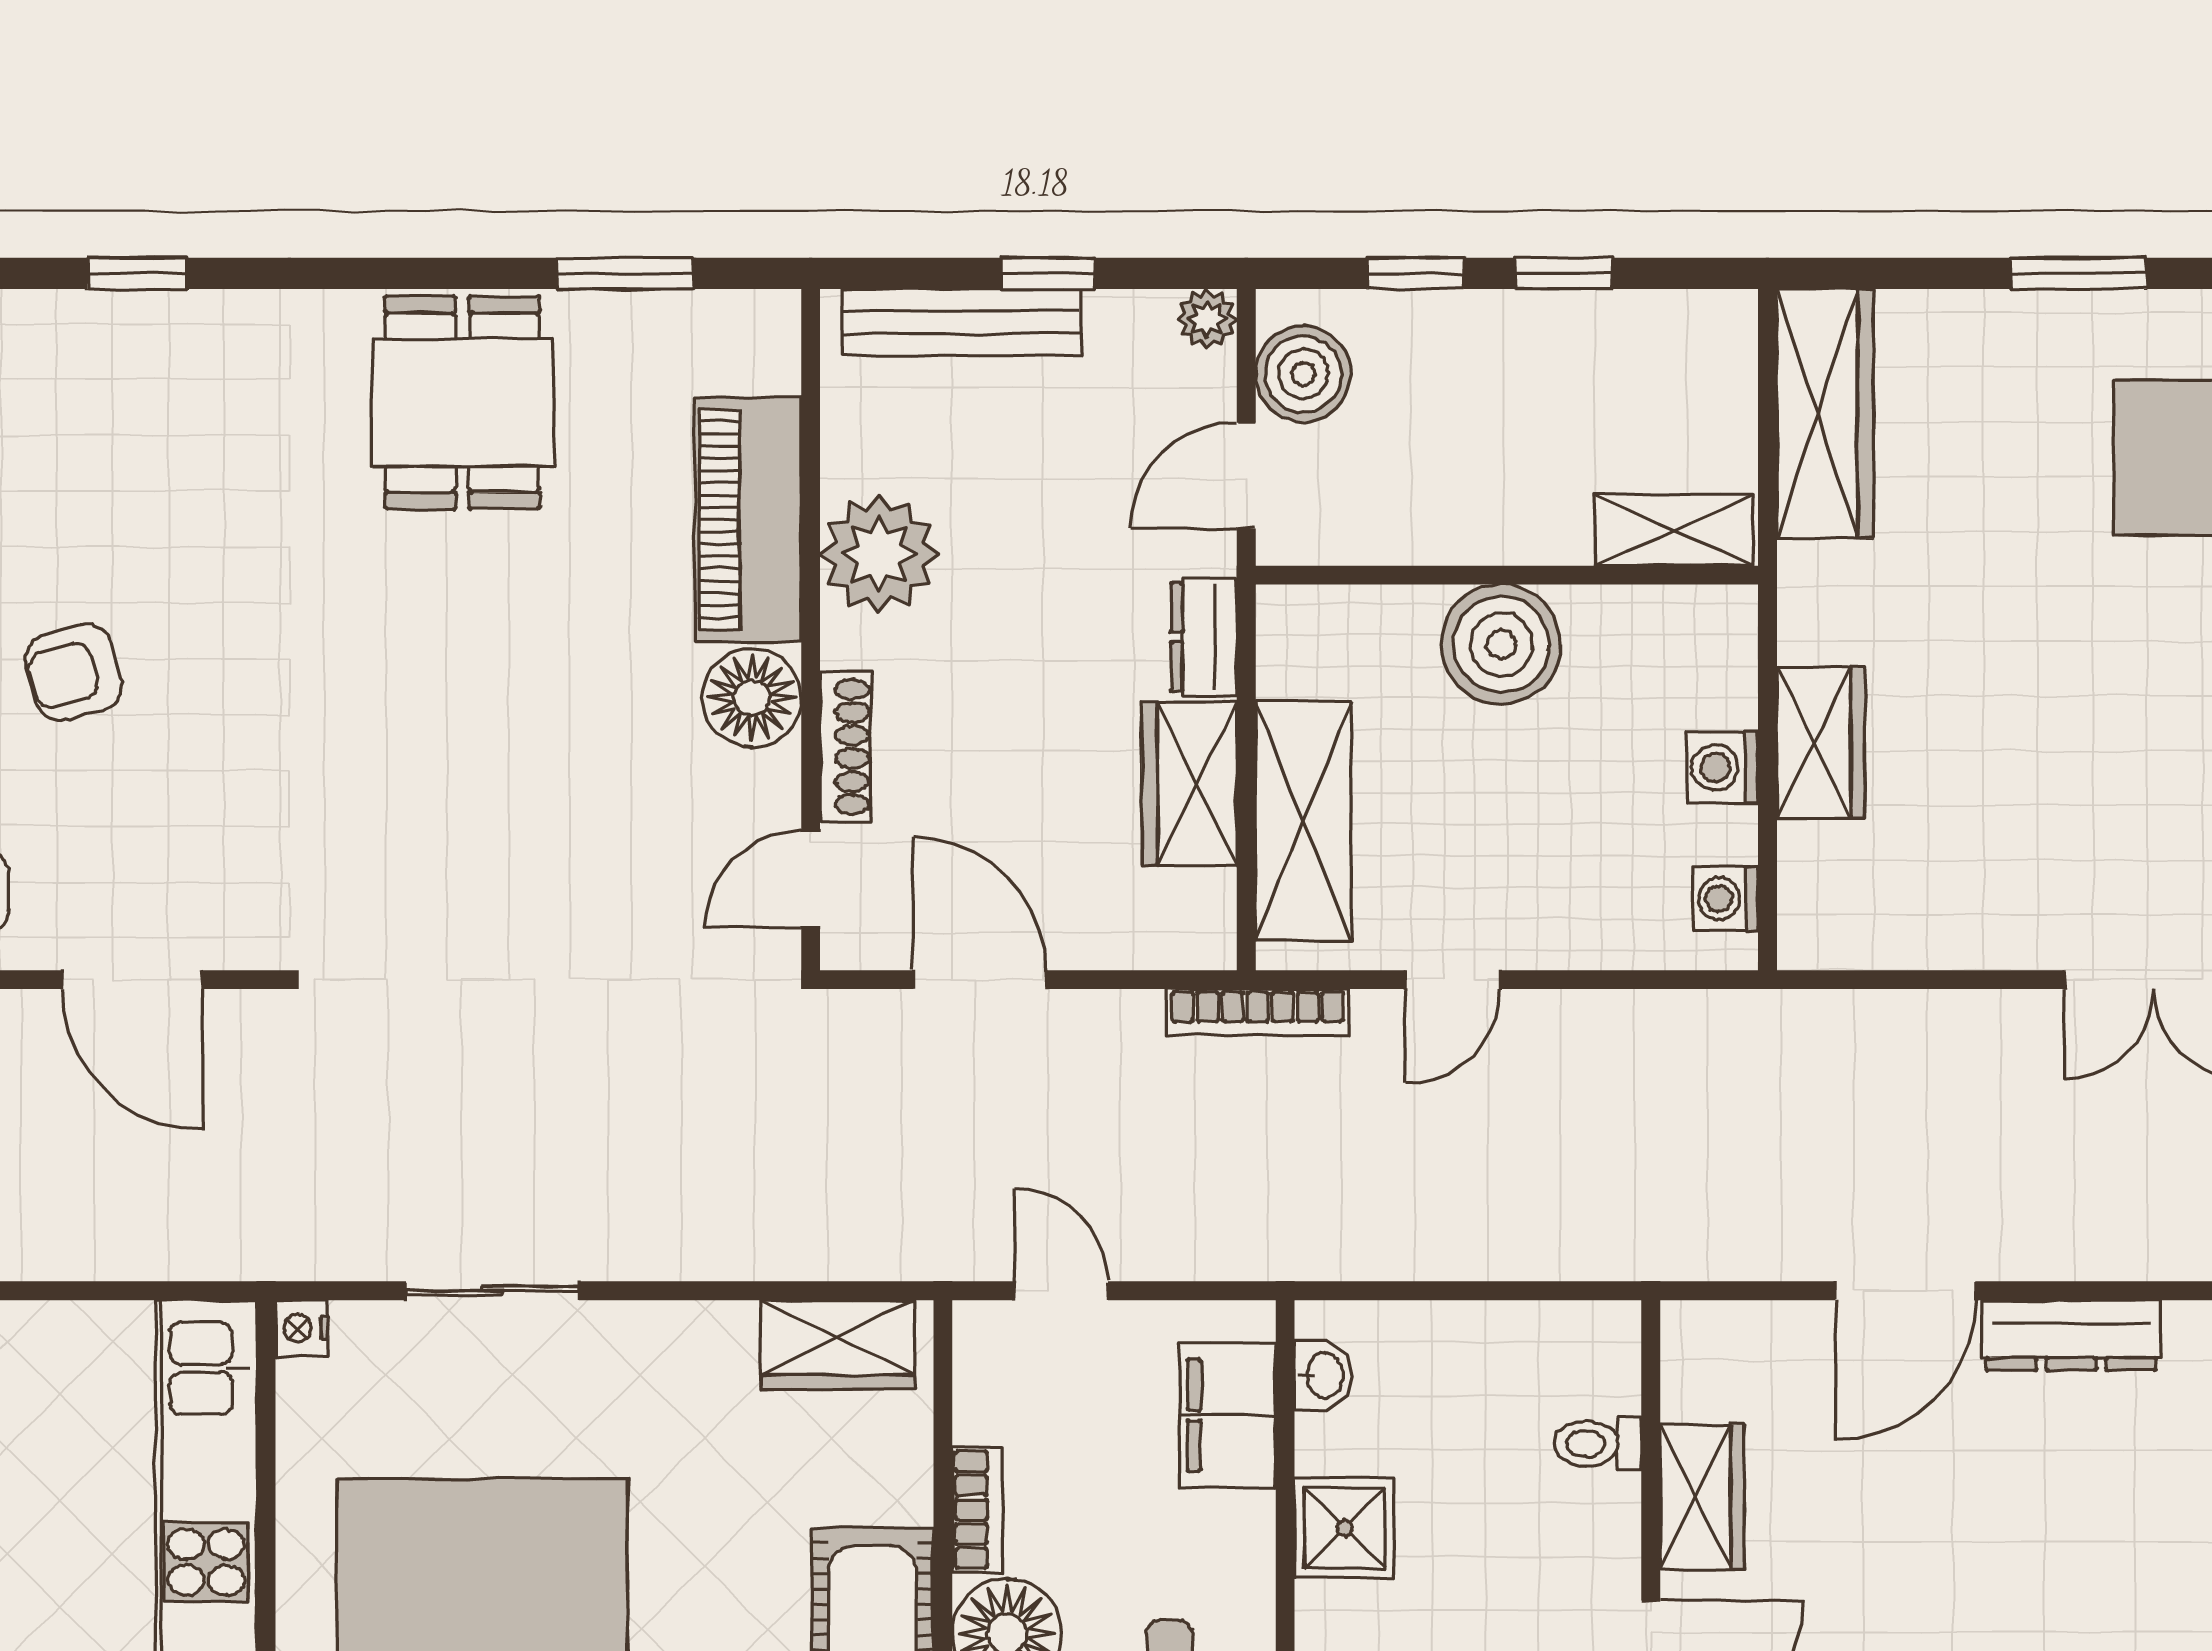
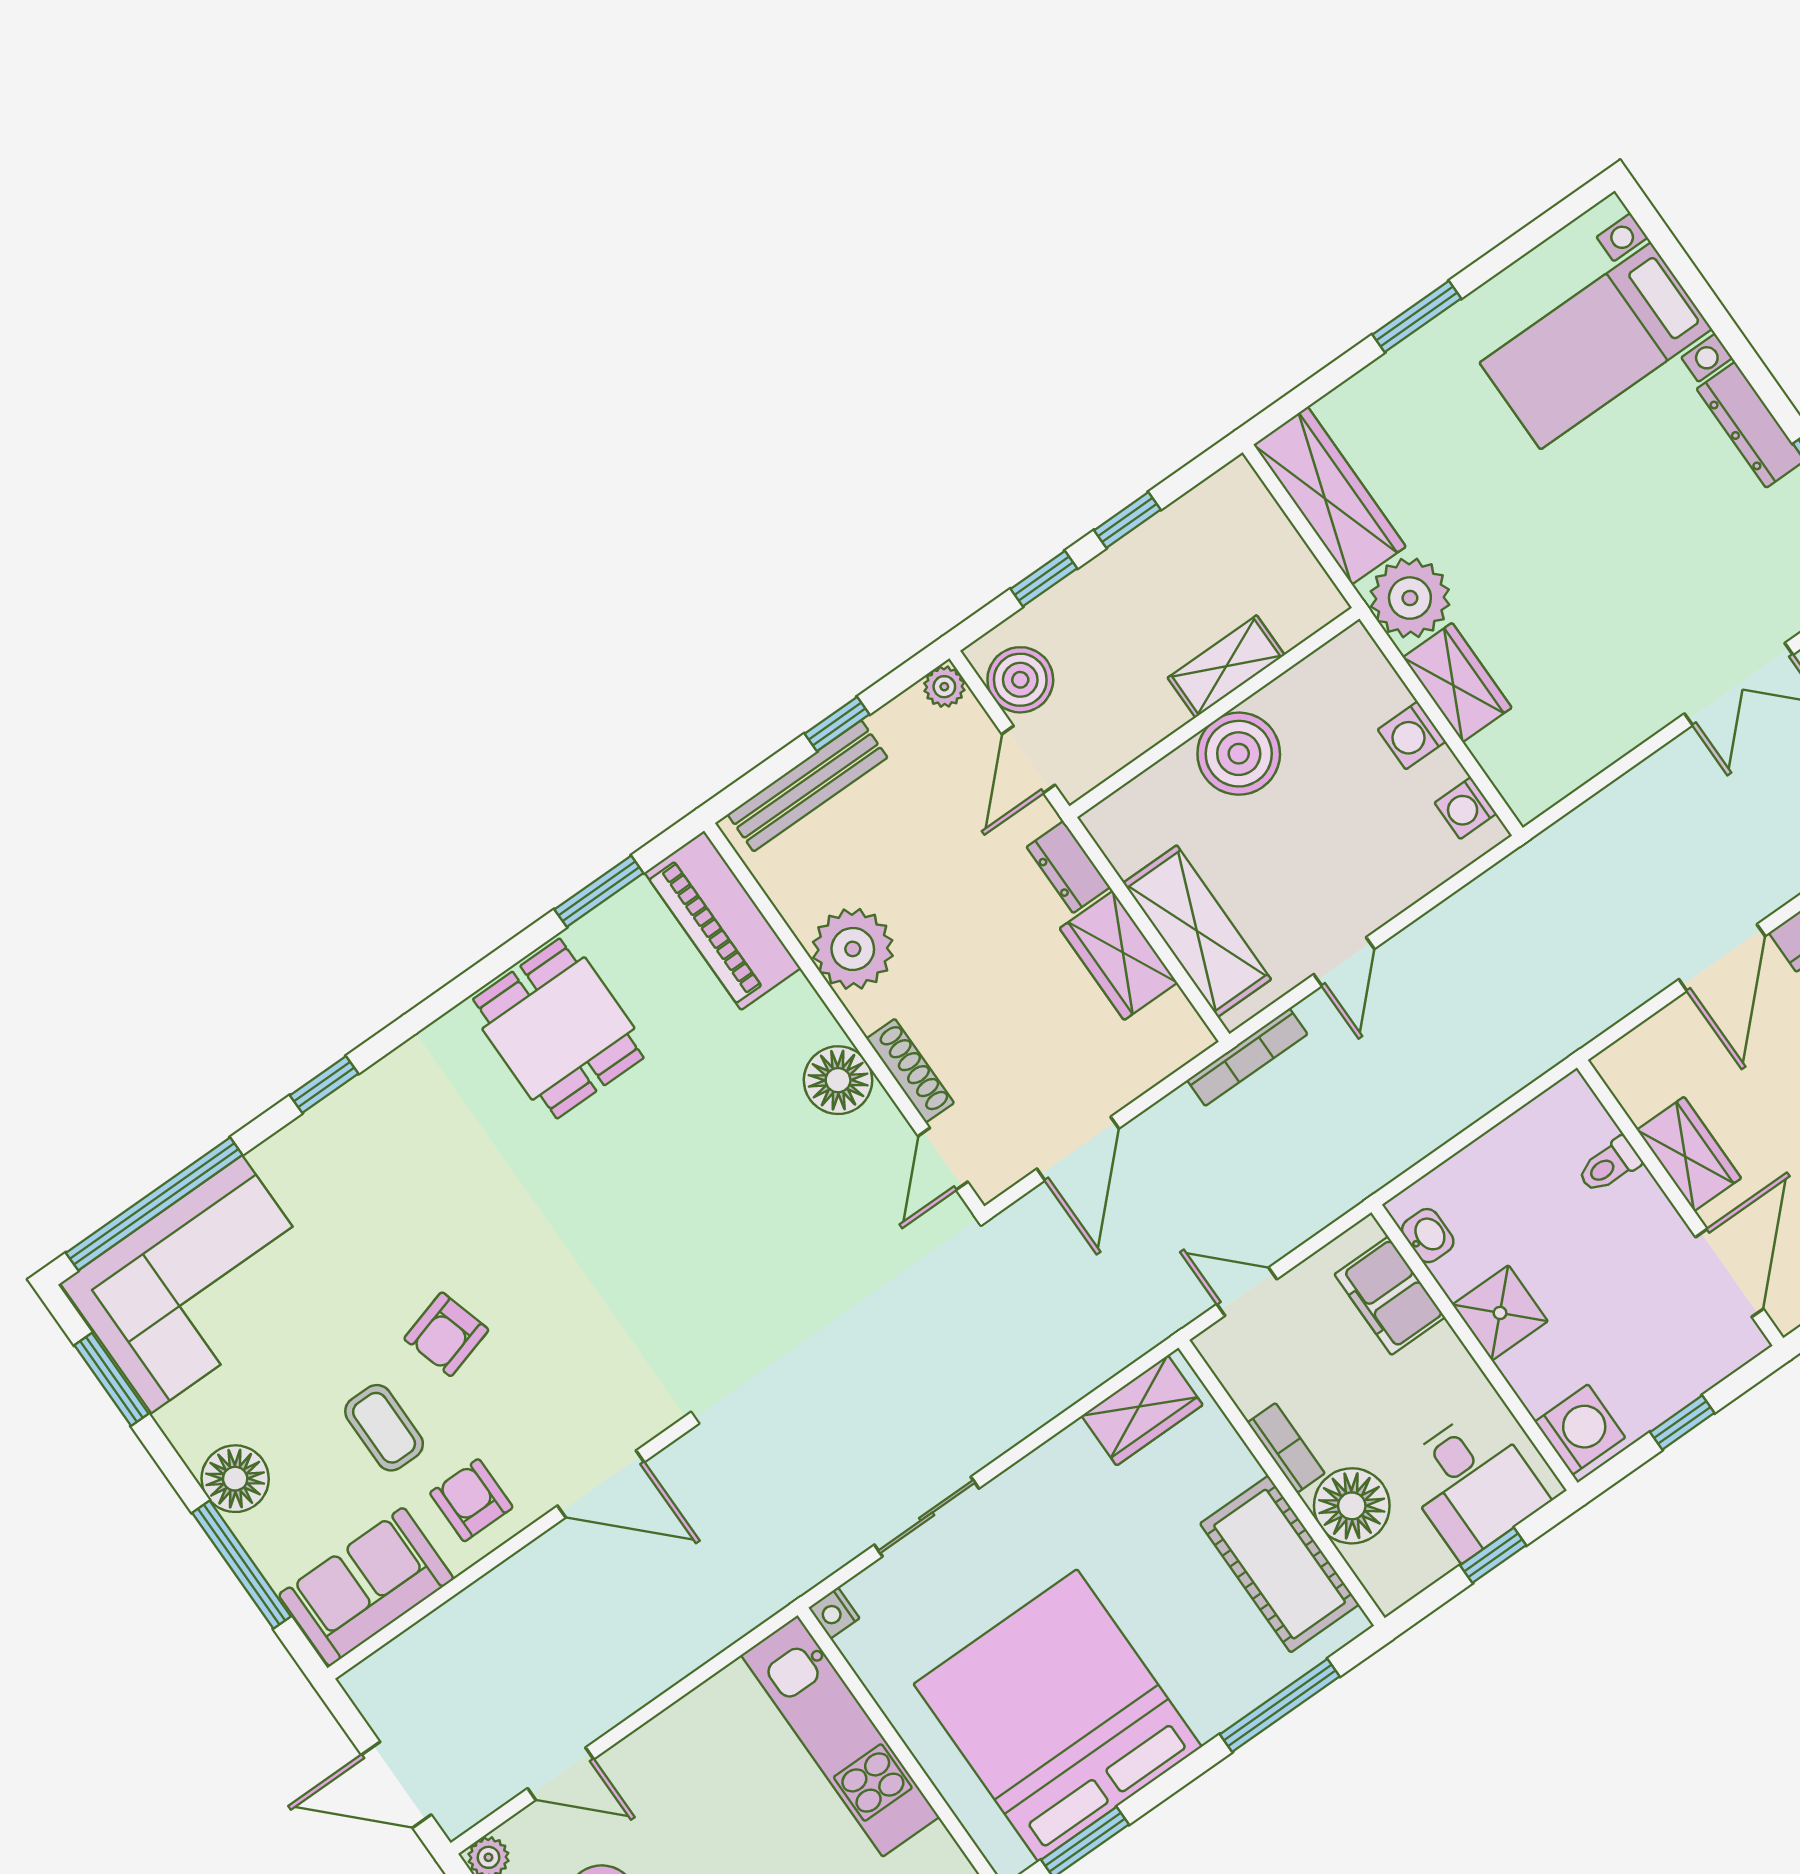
piano: (748, 520) -> (723, 920), moved
shelving: (1674, 530) -> (1226, 666), moved
plant: (1835, 602) -> (1410, 598), added
door: (980, 980) -> (1078, 1149), swing flipped

